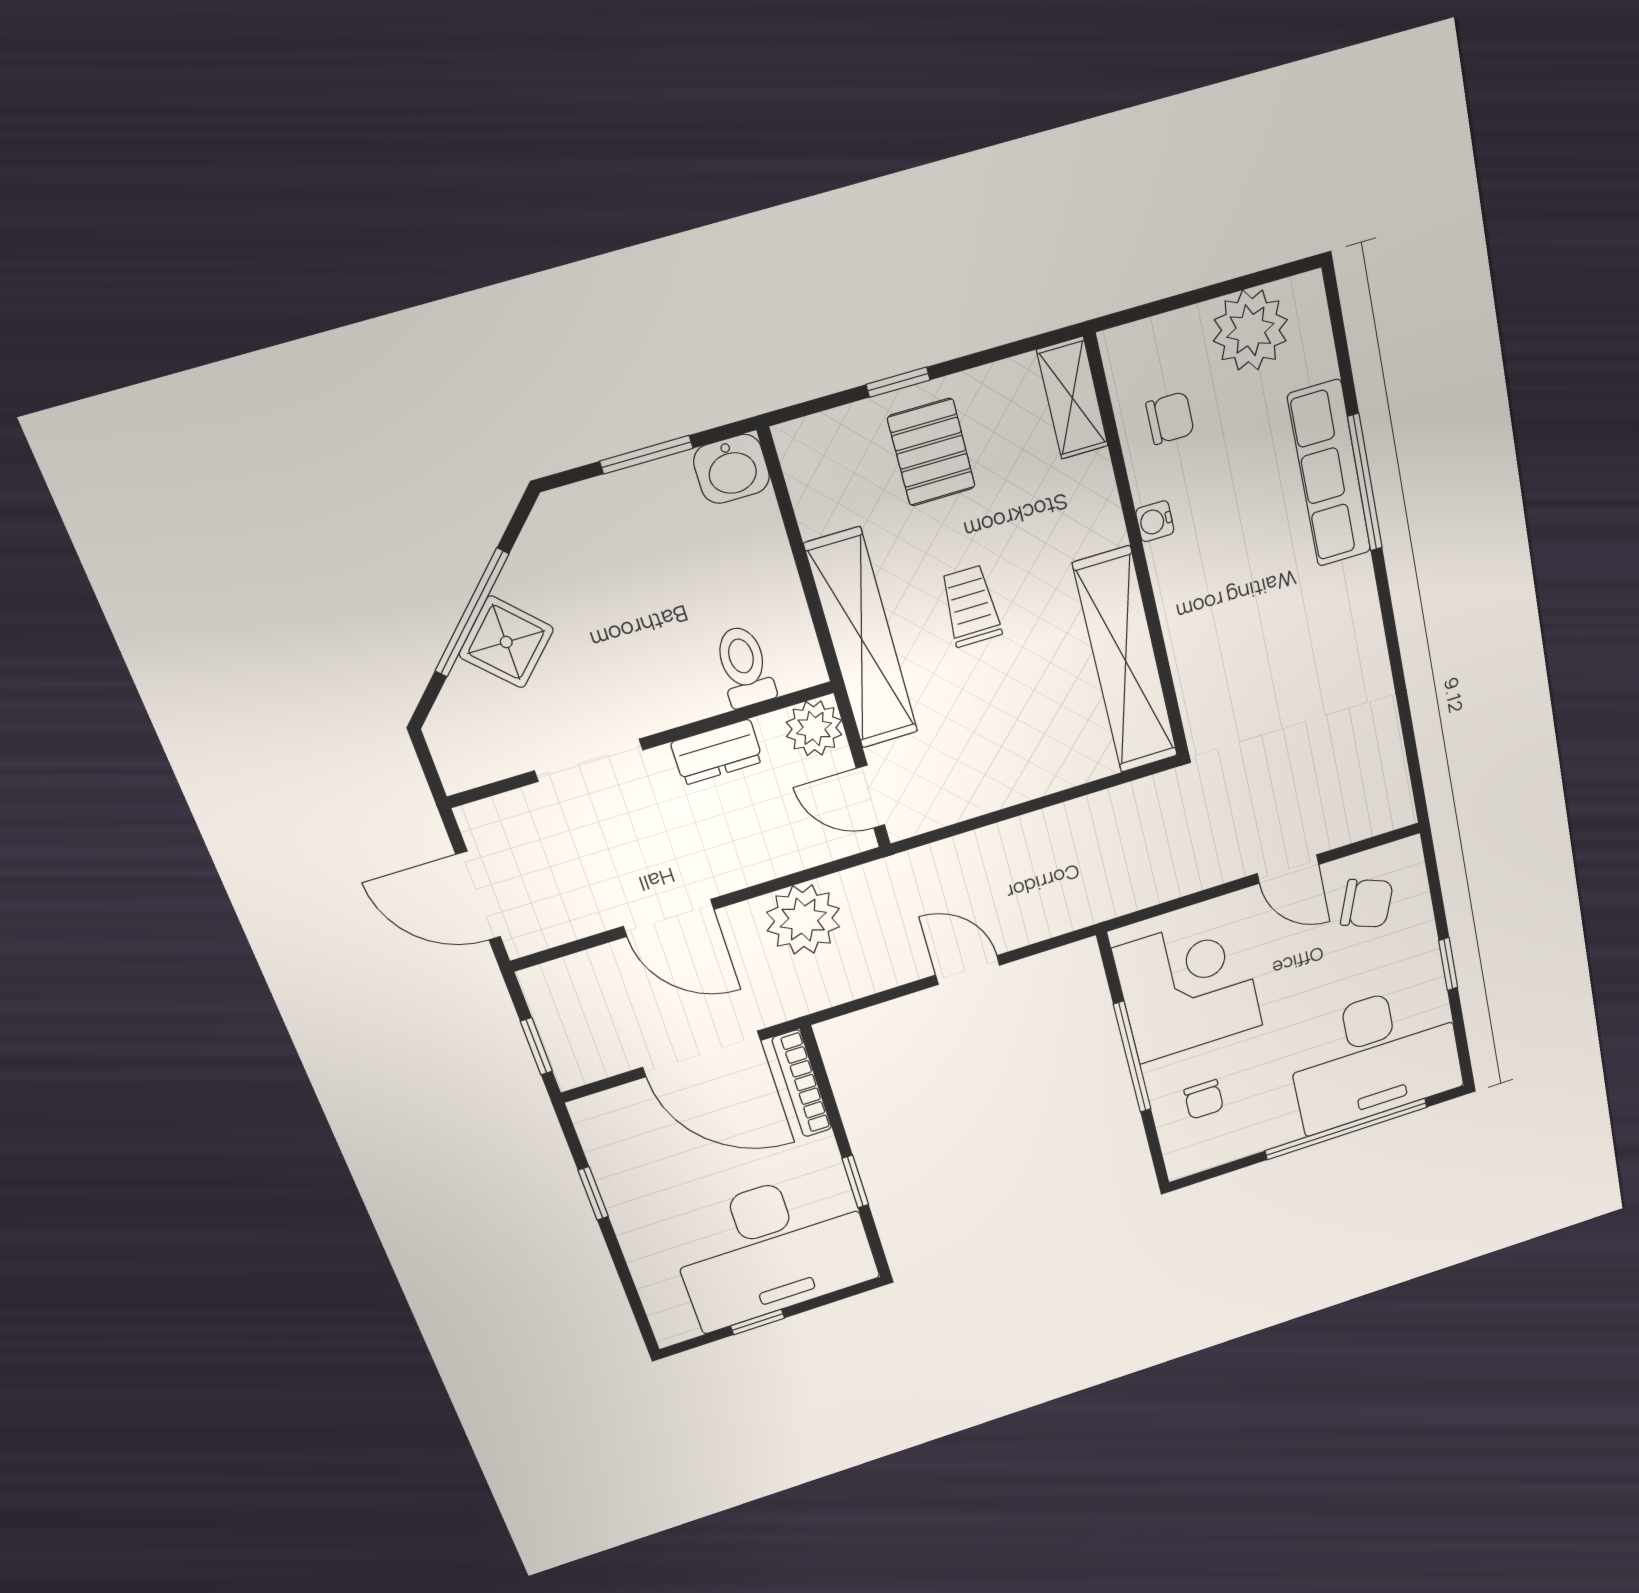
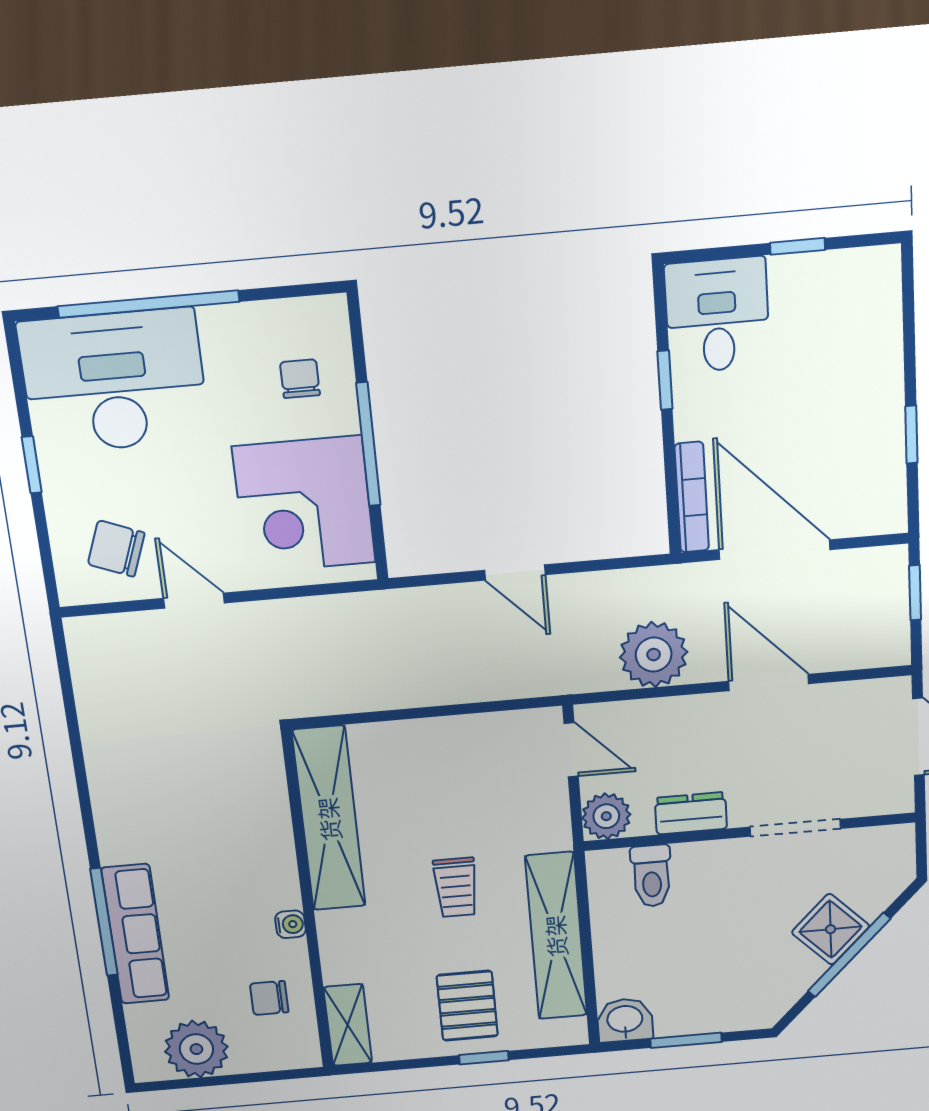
shelving: (862, 639) -> (556, 936), moved
desk: (772, 1248) -> (717, 315), width x0.53, depth x0.77

